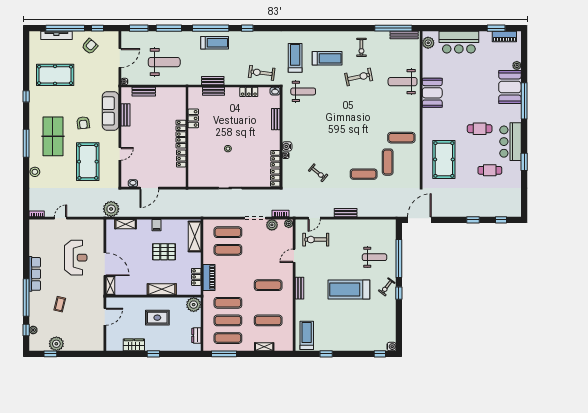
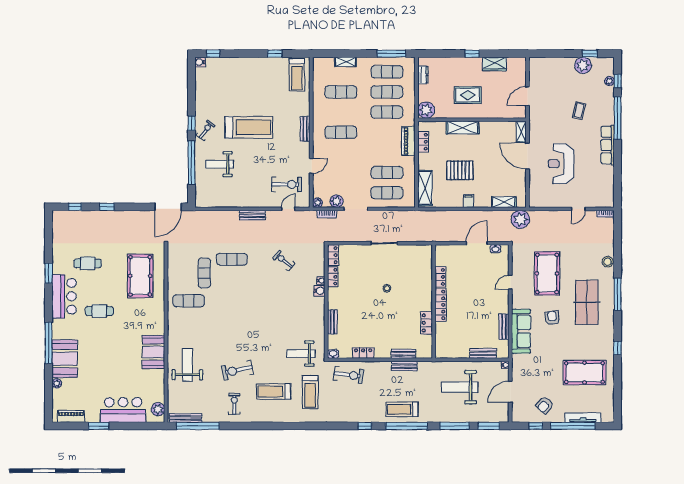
window: (496, 28) -> (99, 426), moved
weight bench: (403, 82) -> (187, 365), turned -90

